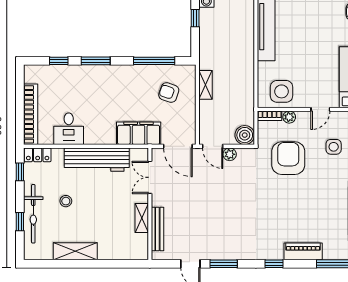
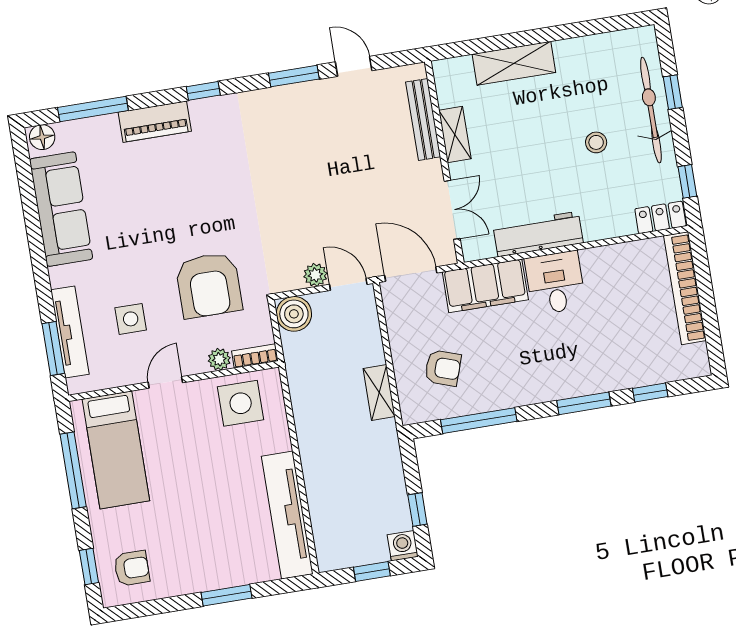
desk: (69, 129) -> (555, 283), moved
workbench: (97, 160) -> (538, 234), width x0.73, depth x0.76
shelving: (75, 251) -> (514, 63), moved

